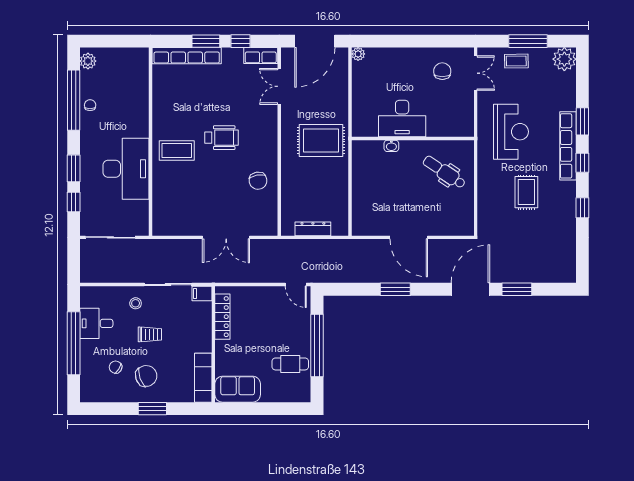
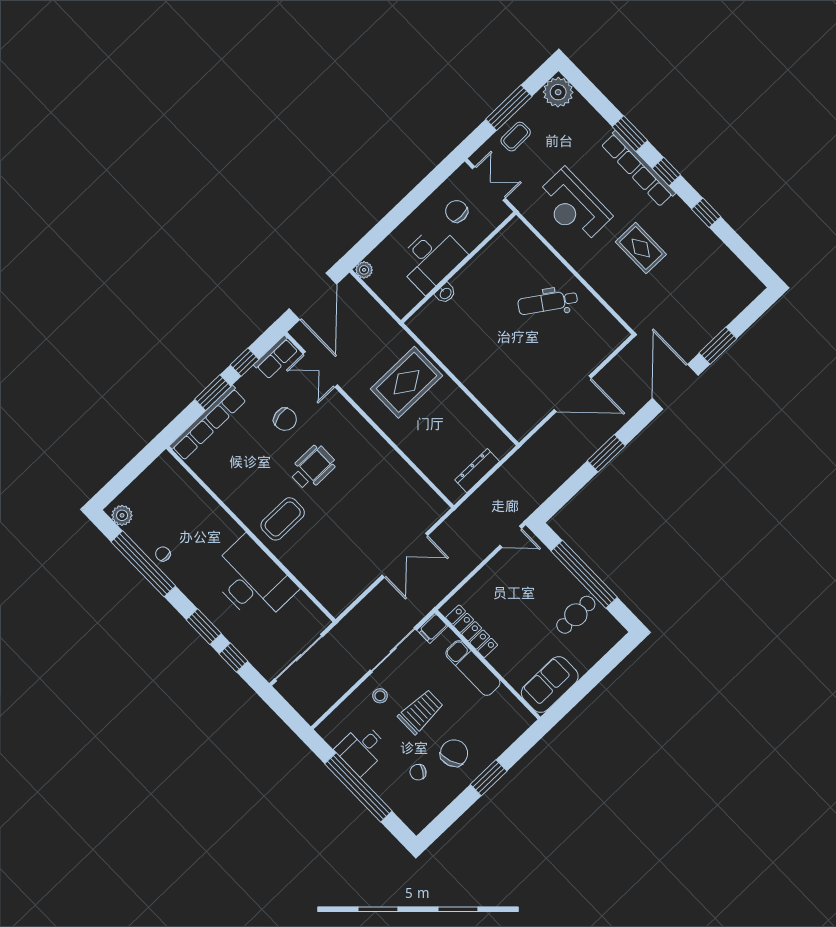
desk: (402, 118) -> (431, 259), moved
reception desk: (511, 132) -> (573, 206), turned 180
wall: (413, 138) -> (458, 267), moved
washbasin: (391, 146) -> (445, 293), moved
chair: (258, 181) -> (285, 419), moved
trolley: (150, 334) -> (421, 712), width x1.36, depth x1.39
exam couch: (203, 378) -> (473, 668), moved

